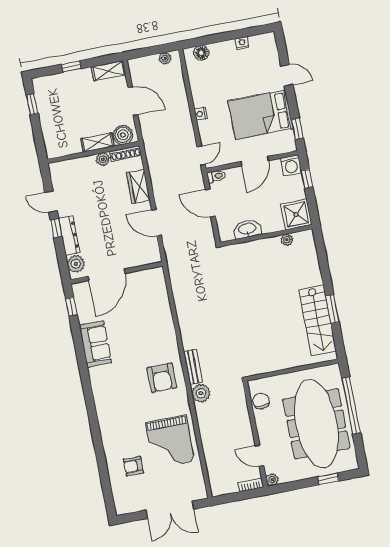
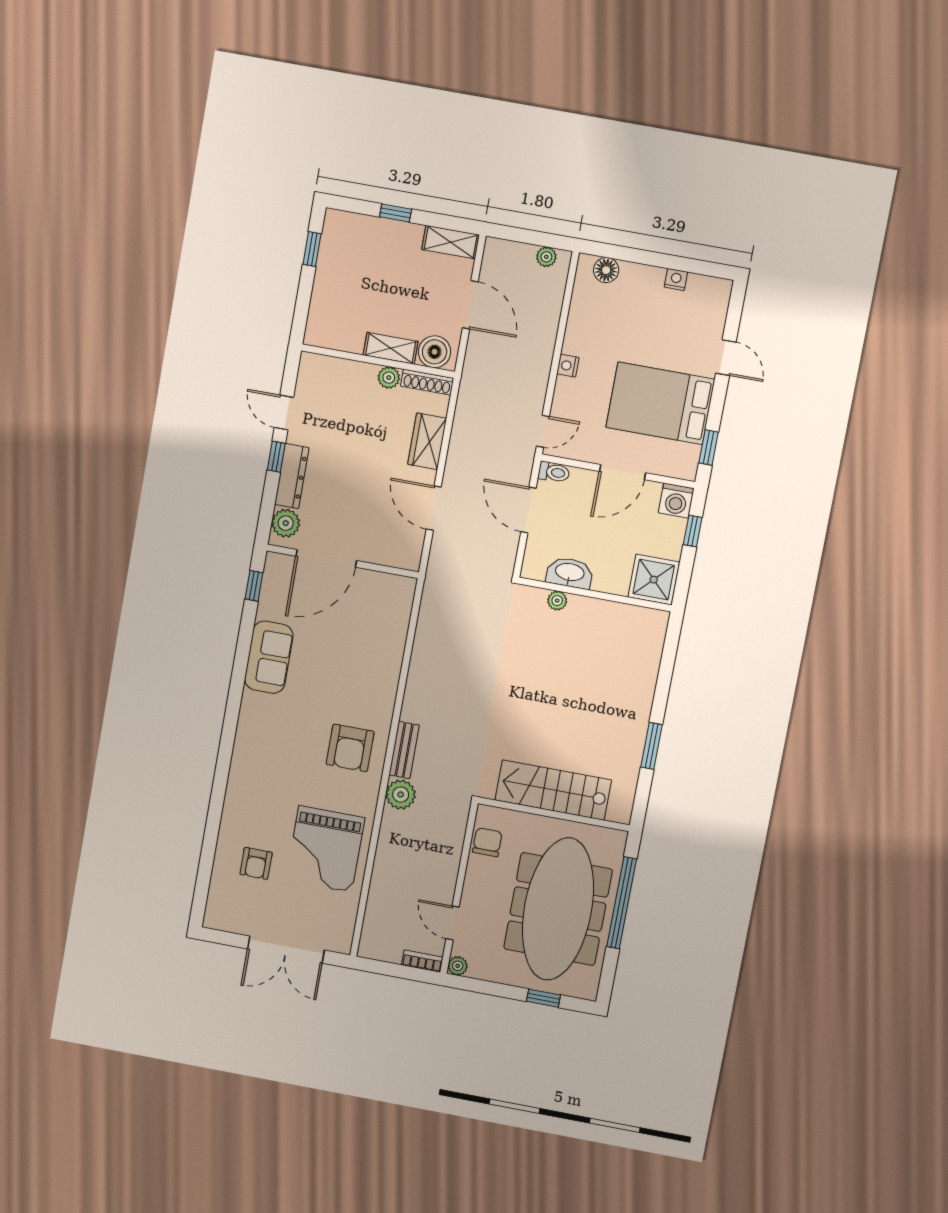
plant: (287, 240) -> (557, 601), moved
stairs: (317, 320) -> (553, 790), moved, turned 90
armchair: (133, 466) -> (256, 863), turned -90

